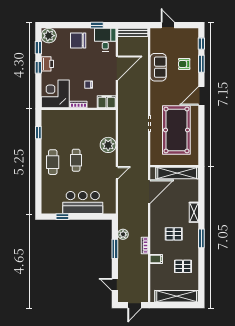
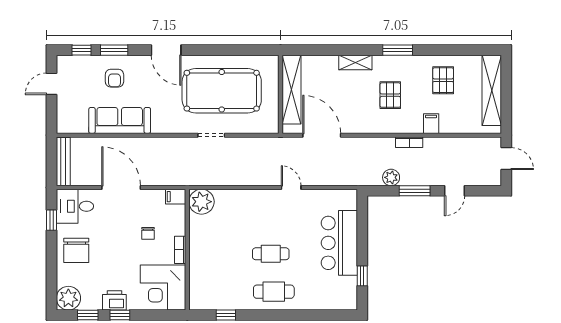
door: (168, 25) -> (52, 84), moved
sofa: (158, 67) -> (120, 120), width x1.36
filing cabinet: (107, 102) -> (176, 197), width x0.50
plant: (108, 145) -> (201, 202), moved
door: (115, 285) -> (455, 191), moved

